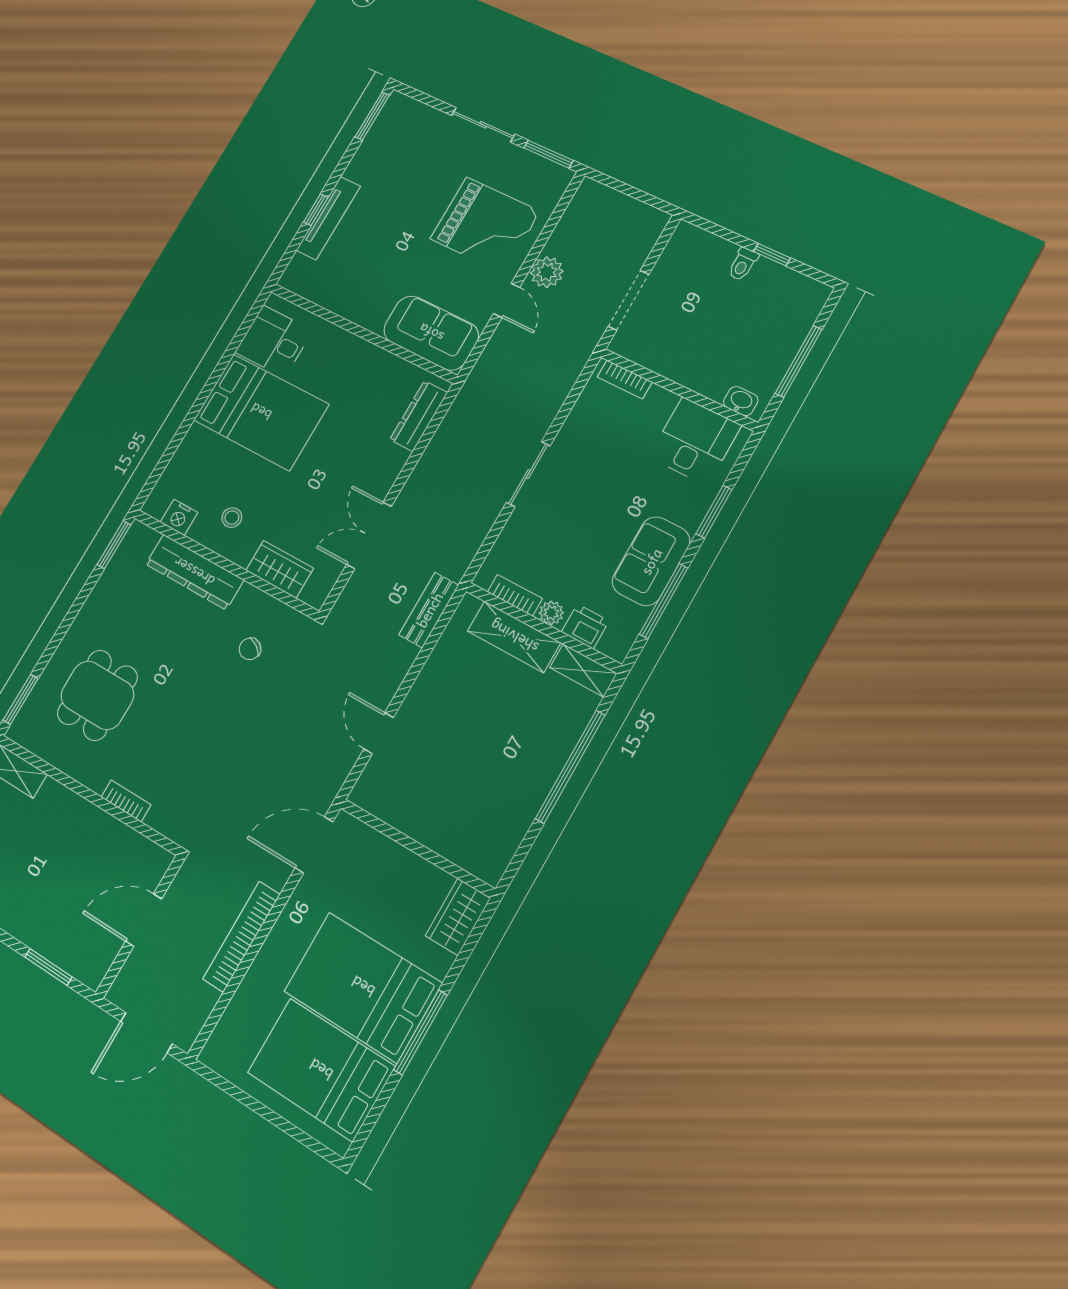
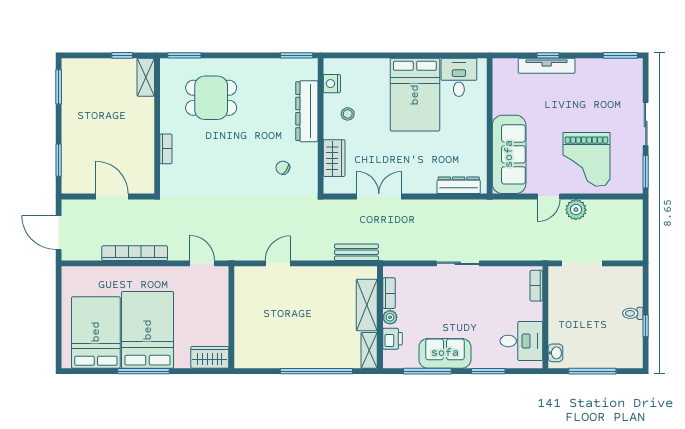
sofa: (431, 333) -> (509, 154), width x1.36
door: (314, 845) -> (202, 263), width x0.73

